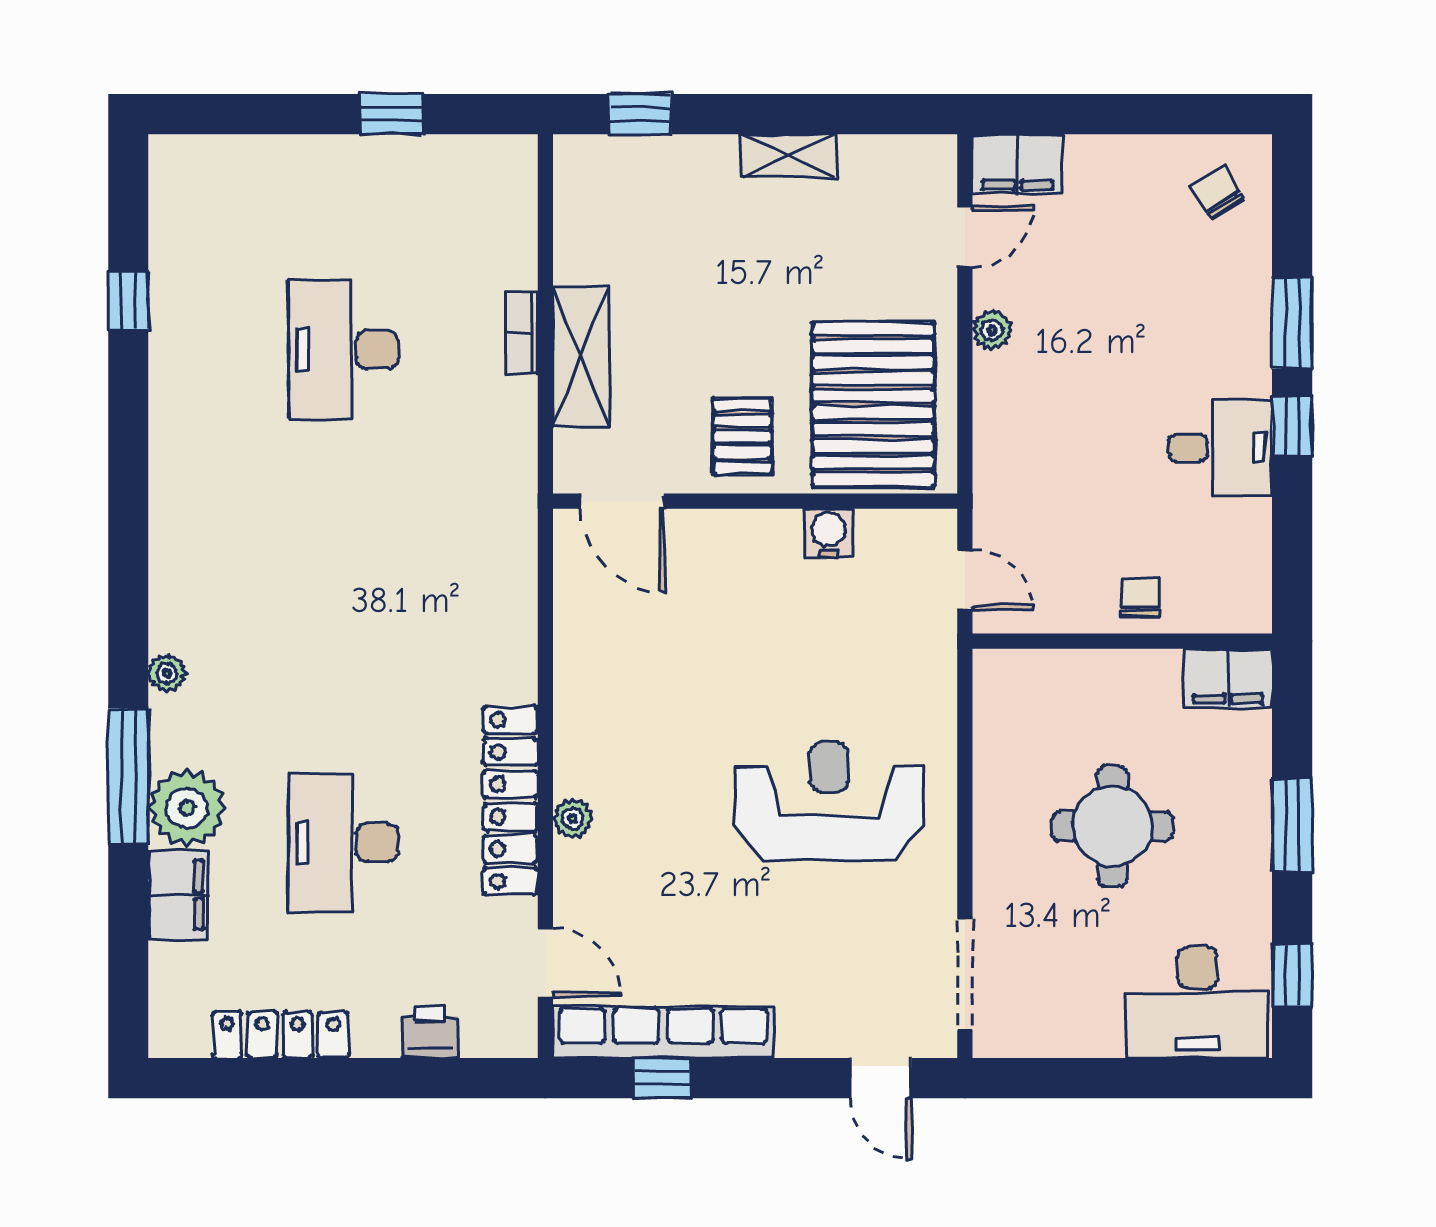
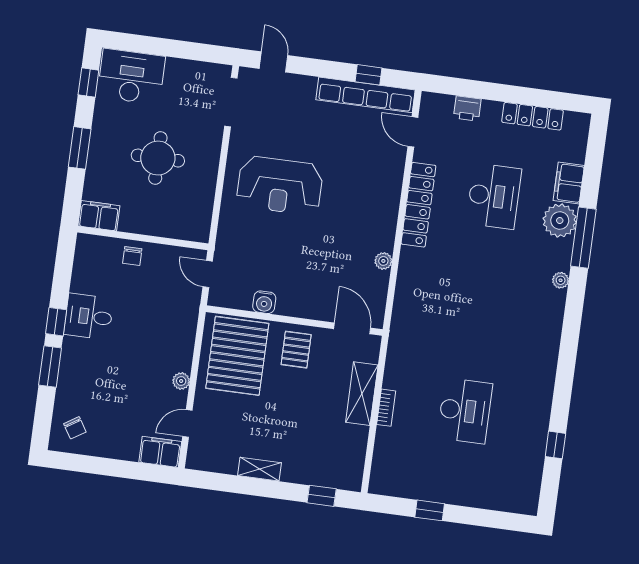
plant: (573, 818) -> (383, 261), moved

